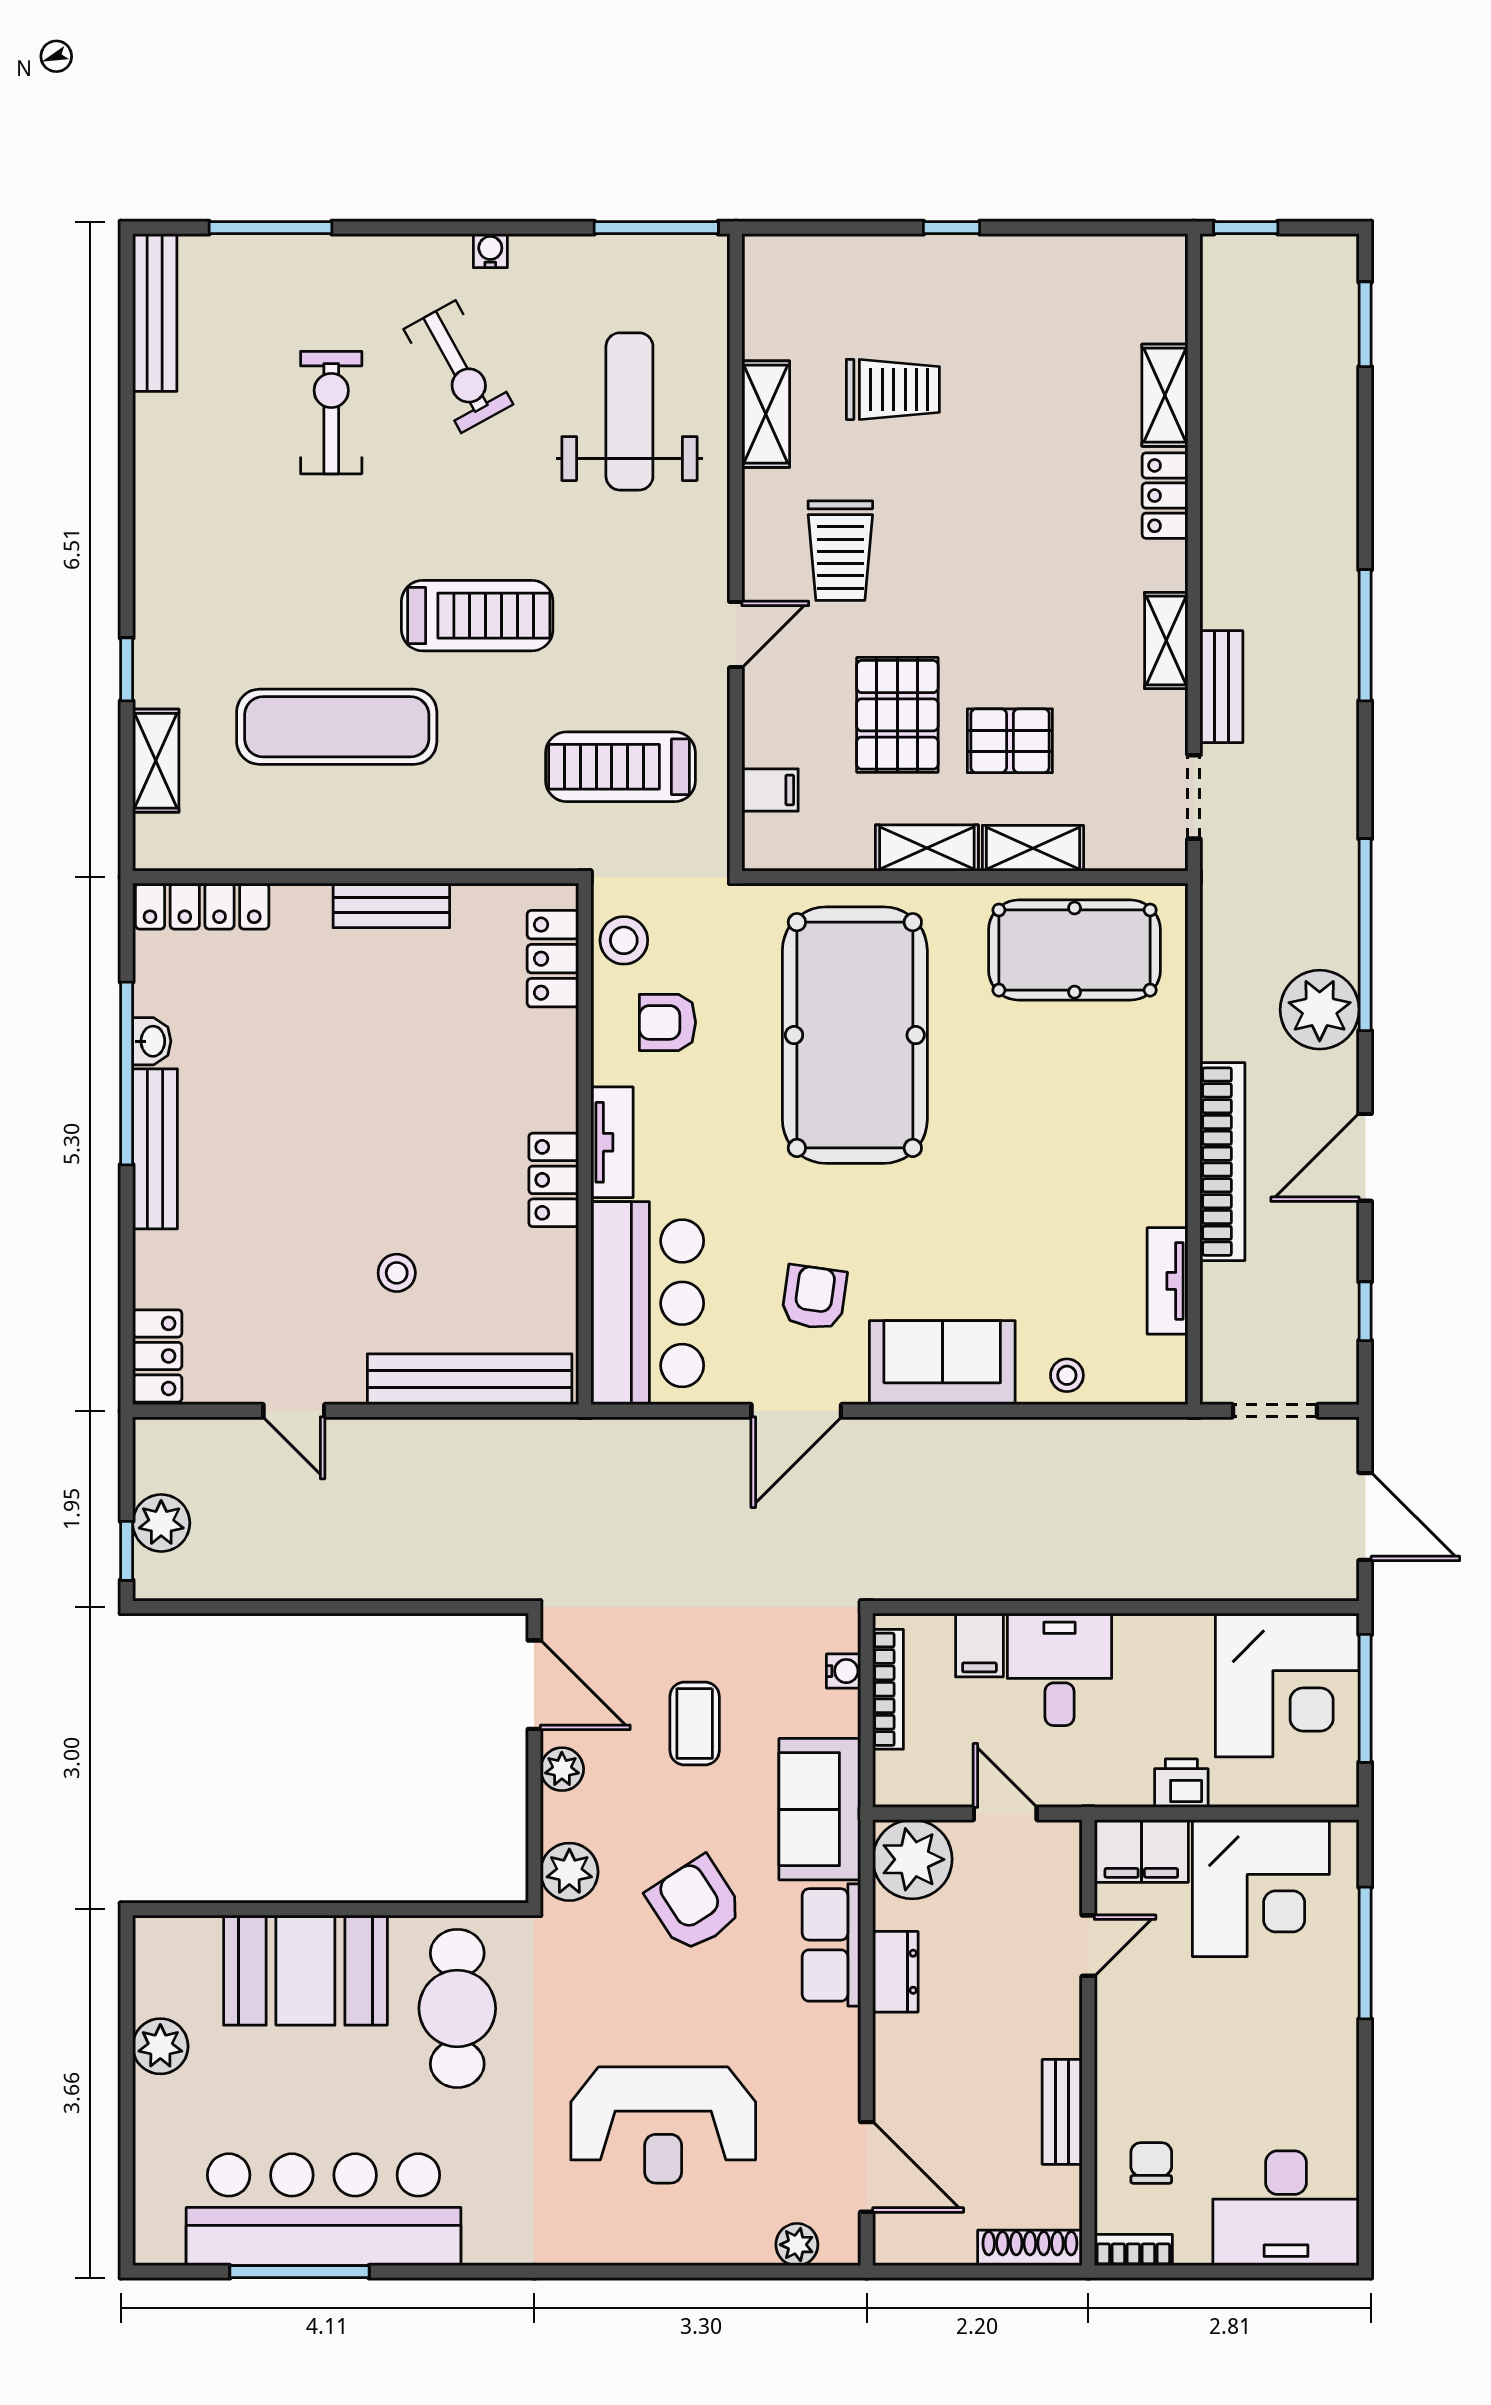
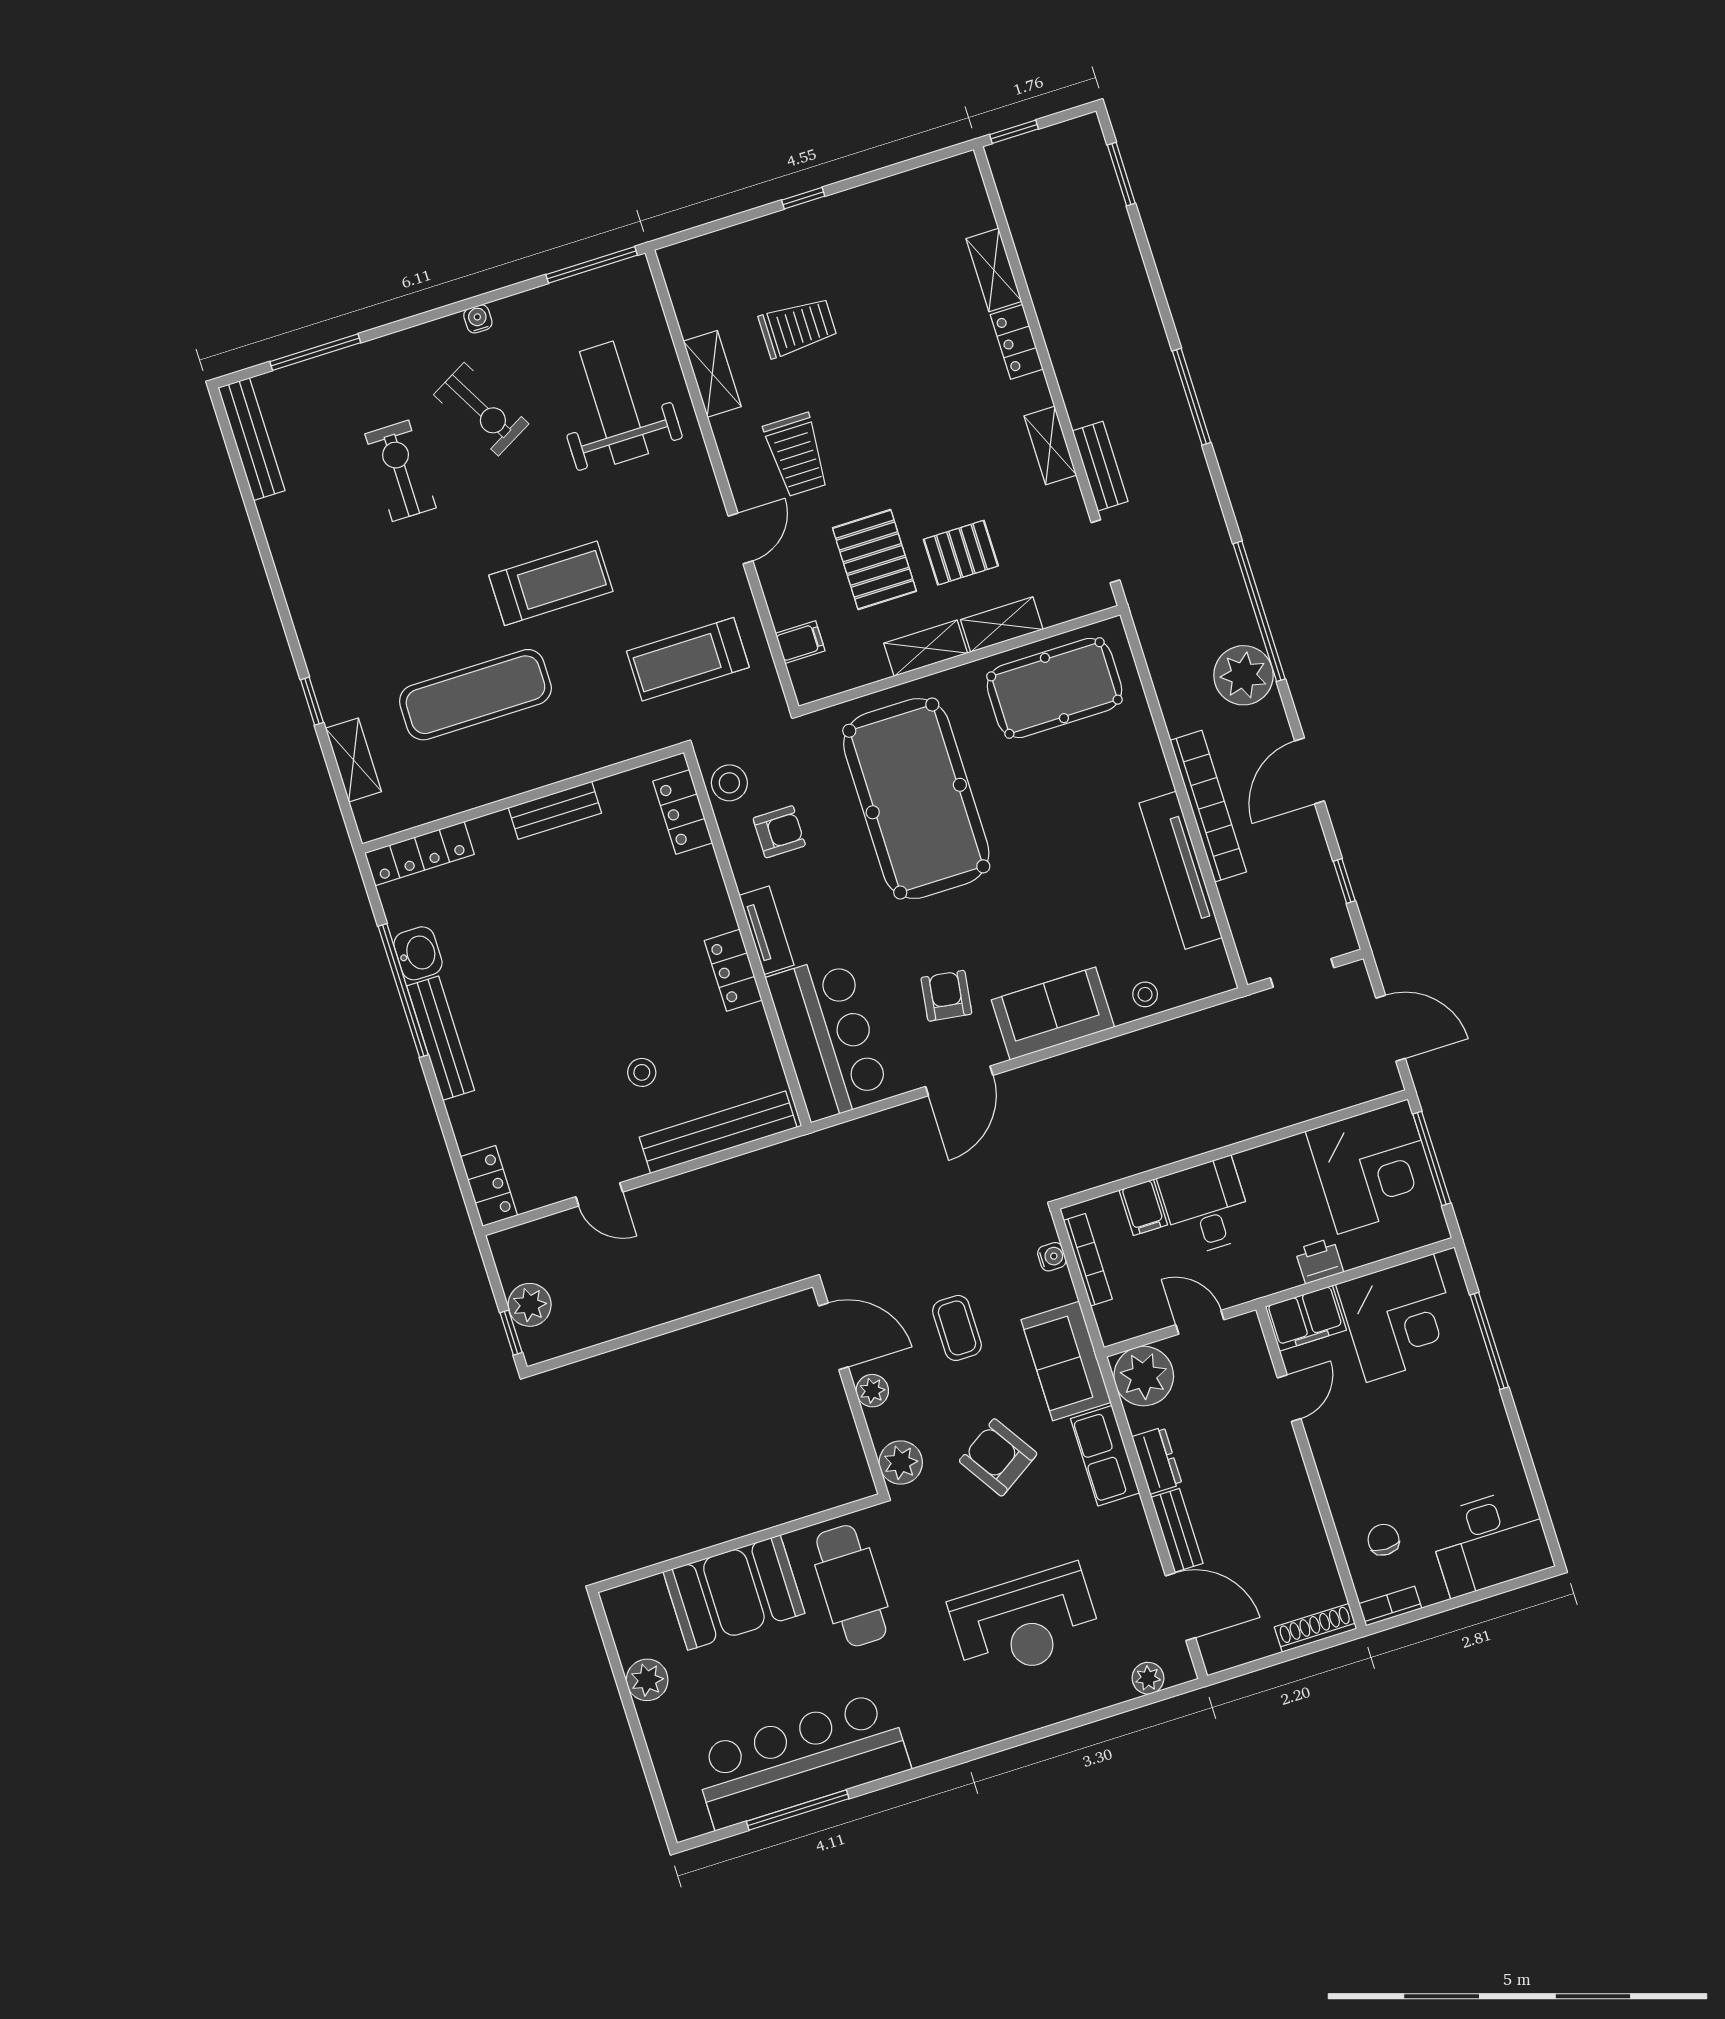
armchair: (667, 1022) -> (779, 832), turned 180
washbasin: (152, 1041) -> (418, 953), width x1.38, depth x1.45
tv unit: (1168, 1281) -> (1181, 870), width x1.92, depth x1.29
bench: (1062, 2112) -> (1177, 1530), moved

